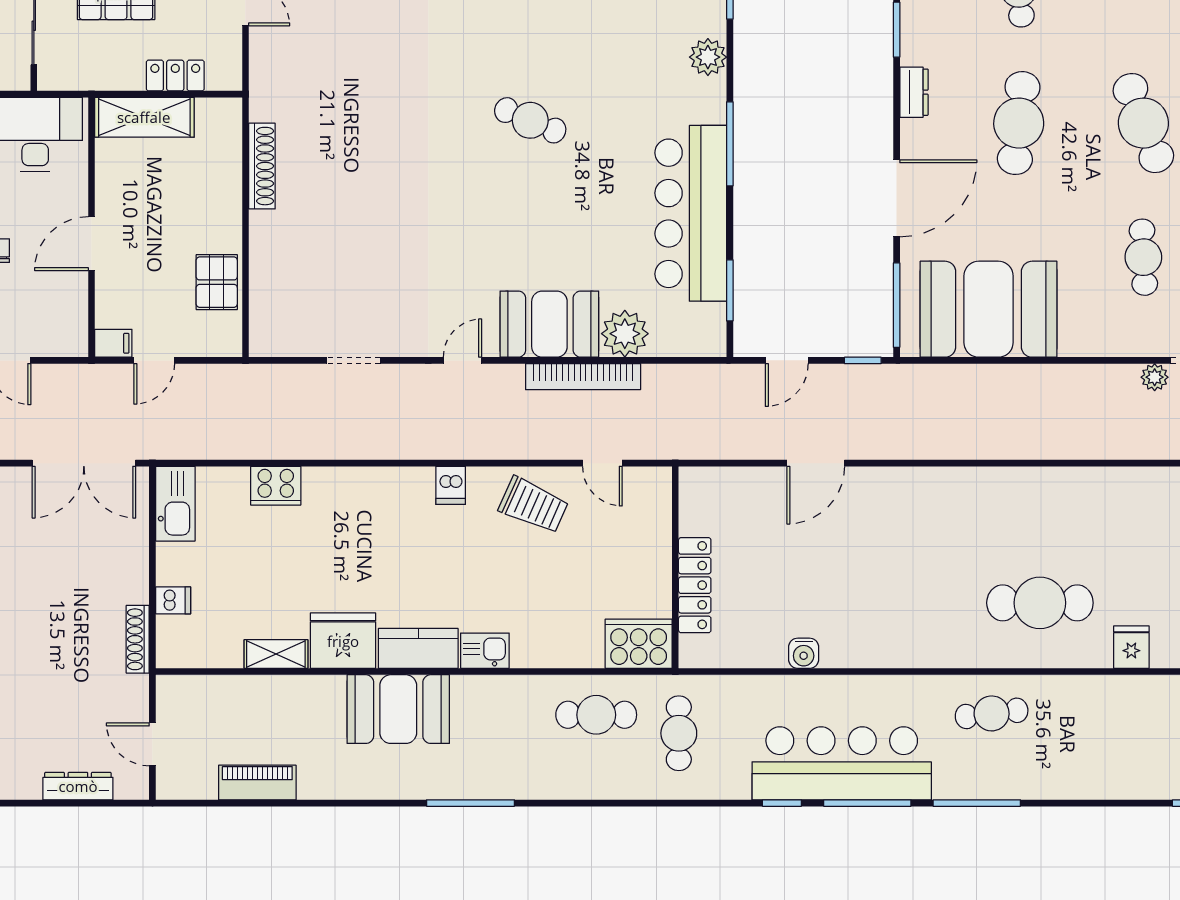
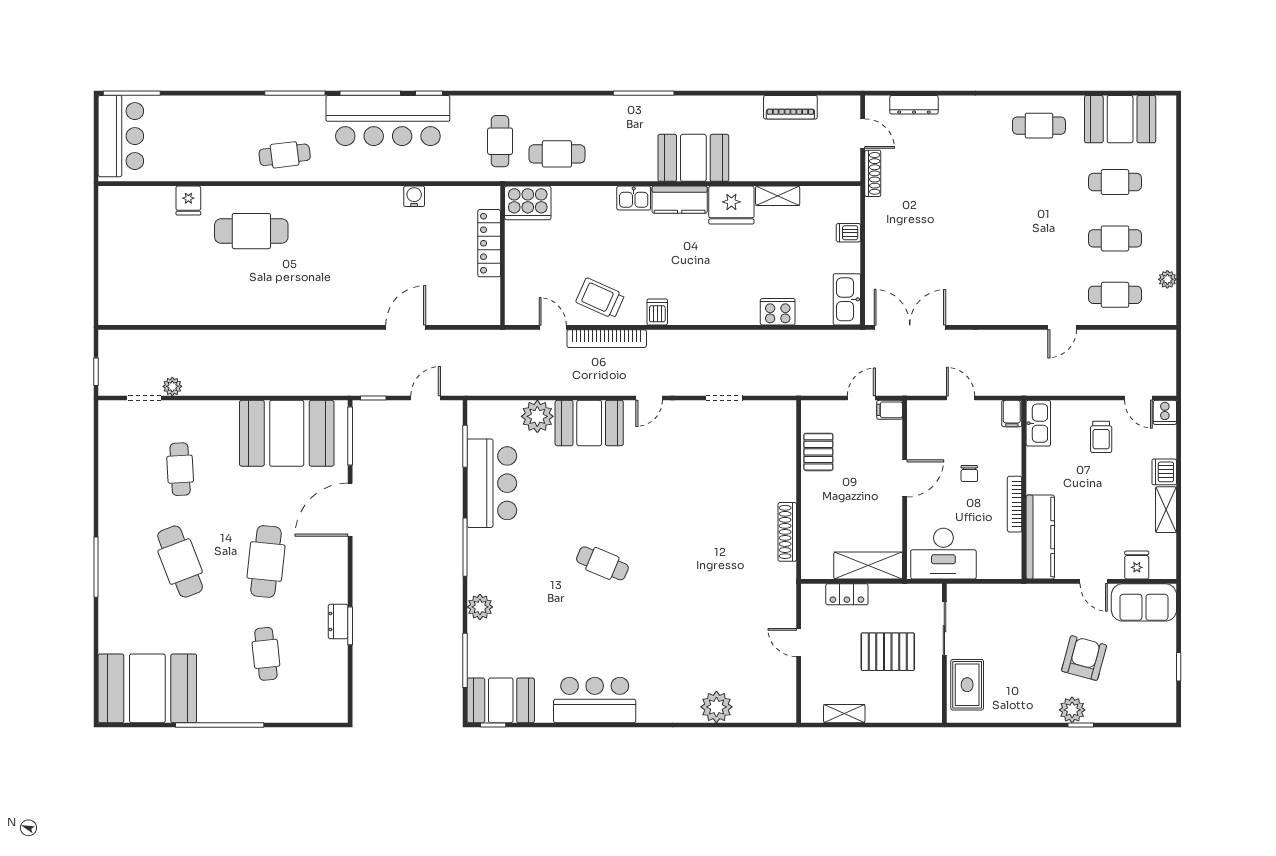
dresser: (914, 92) -> (338, 621), moved
bar counter: (691, 213) -> (492, 483), width x0.73
bookcase: (583, 377) -> (607, 339), moved, turned 180
shoe rack: (138, 639) -> (873, 173), moved

